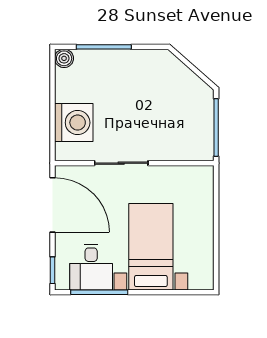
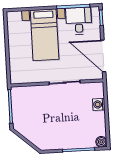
washing machine: (74, 123) -> (99, 104), width x0.53, depth x0.53

